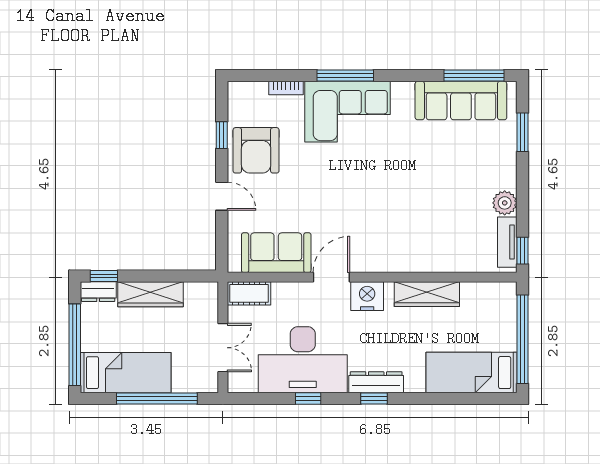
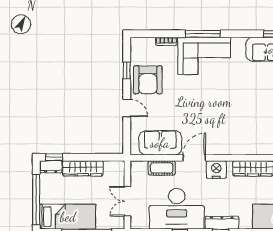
cot: (249, 293) -> (162, 168), moved
double door: (223, 348) -> (127, 201), swing flipped

